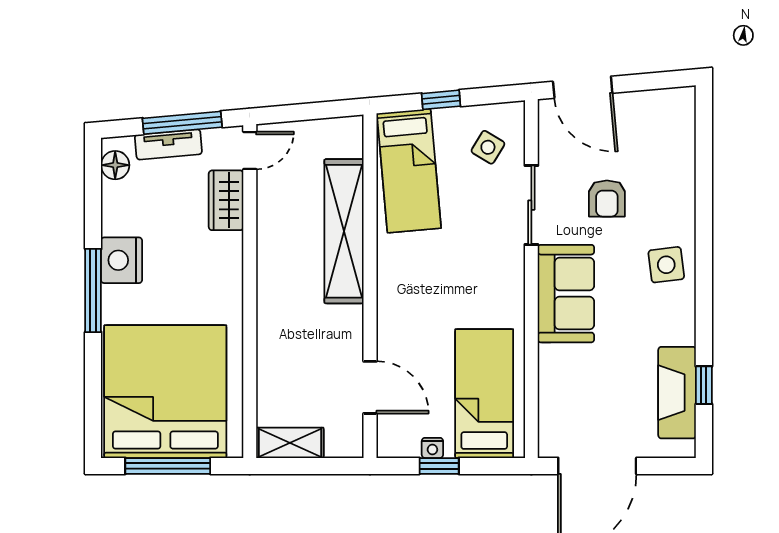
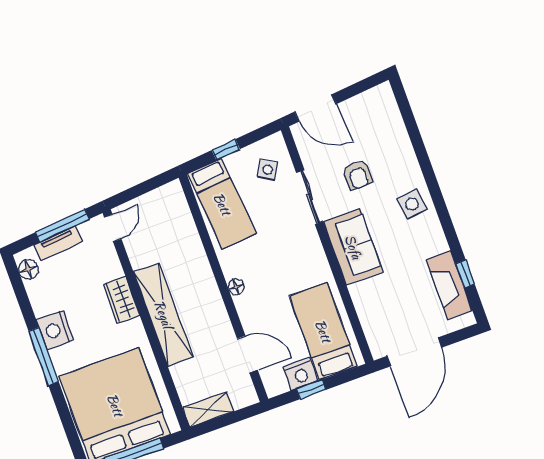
wardrobe: (226, 200) -> (121, 300), moved
shelving: (344, 231) -> (163, 314), moved
floor lamp: (388, 290) -> (236, 287), added
nightstand: (432, 448) -> (301, 374), width x1.89, depth x1.79

